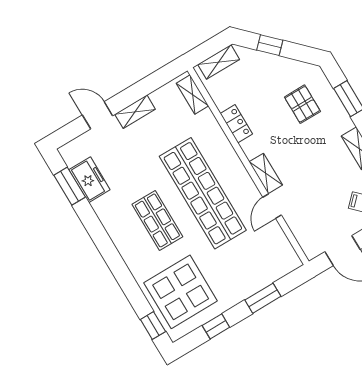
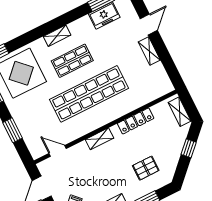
shelving: (192, 95) -> (57, 36), moved
locker: (236, 124) -> (136, 121), width x1.53
door: (272, 206) -> (58, 151), moved

